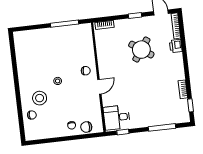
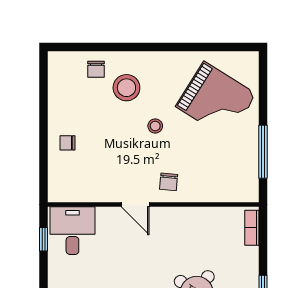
grand piano: (41, 51) -> (216, 100), added
chair: (86, 127) -> (61, 170), removed

